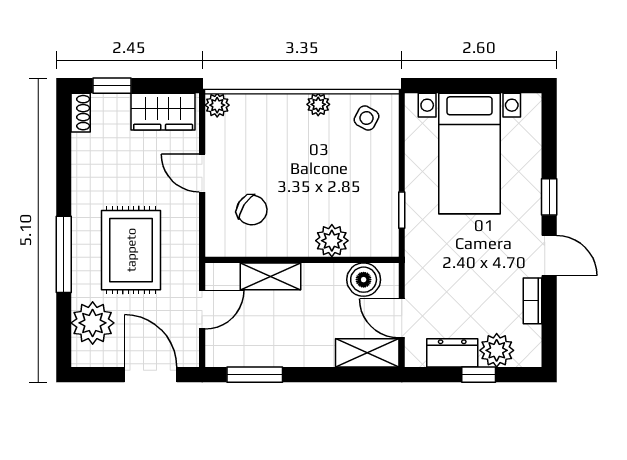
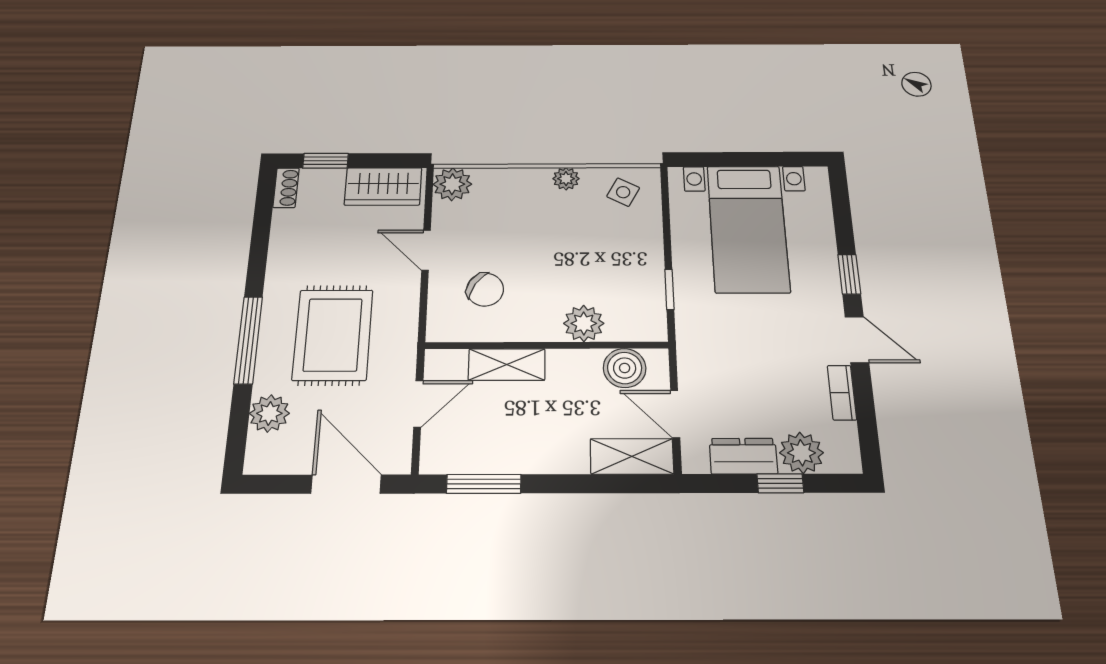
plant: (217, 105) -> (452, 184), width x1.38, depth x1.38
plant: (93, 323) -> (269, 413), width x0.73, depth x0.73

